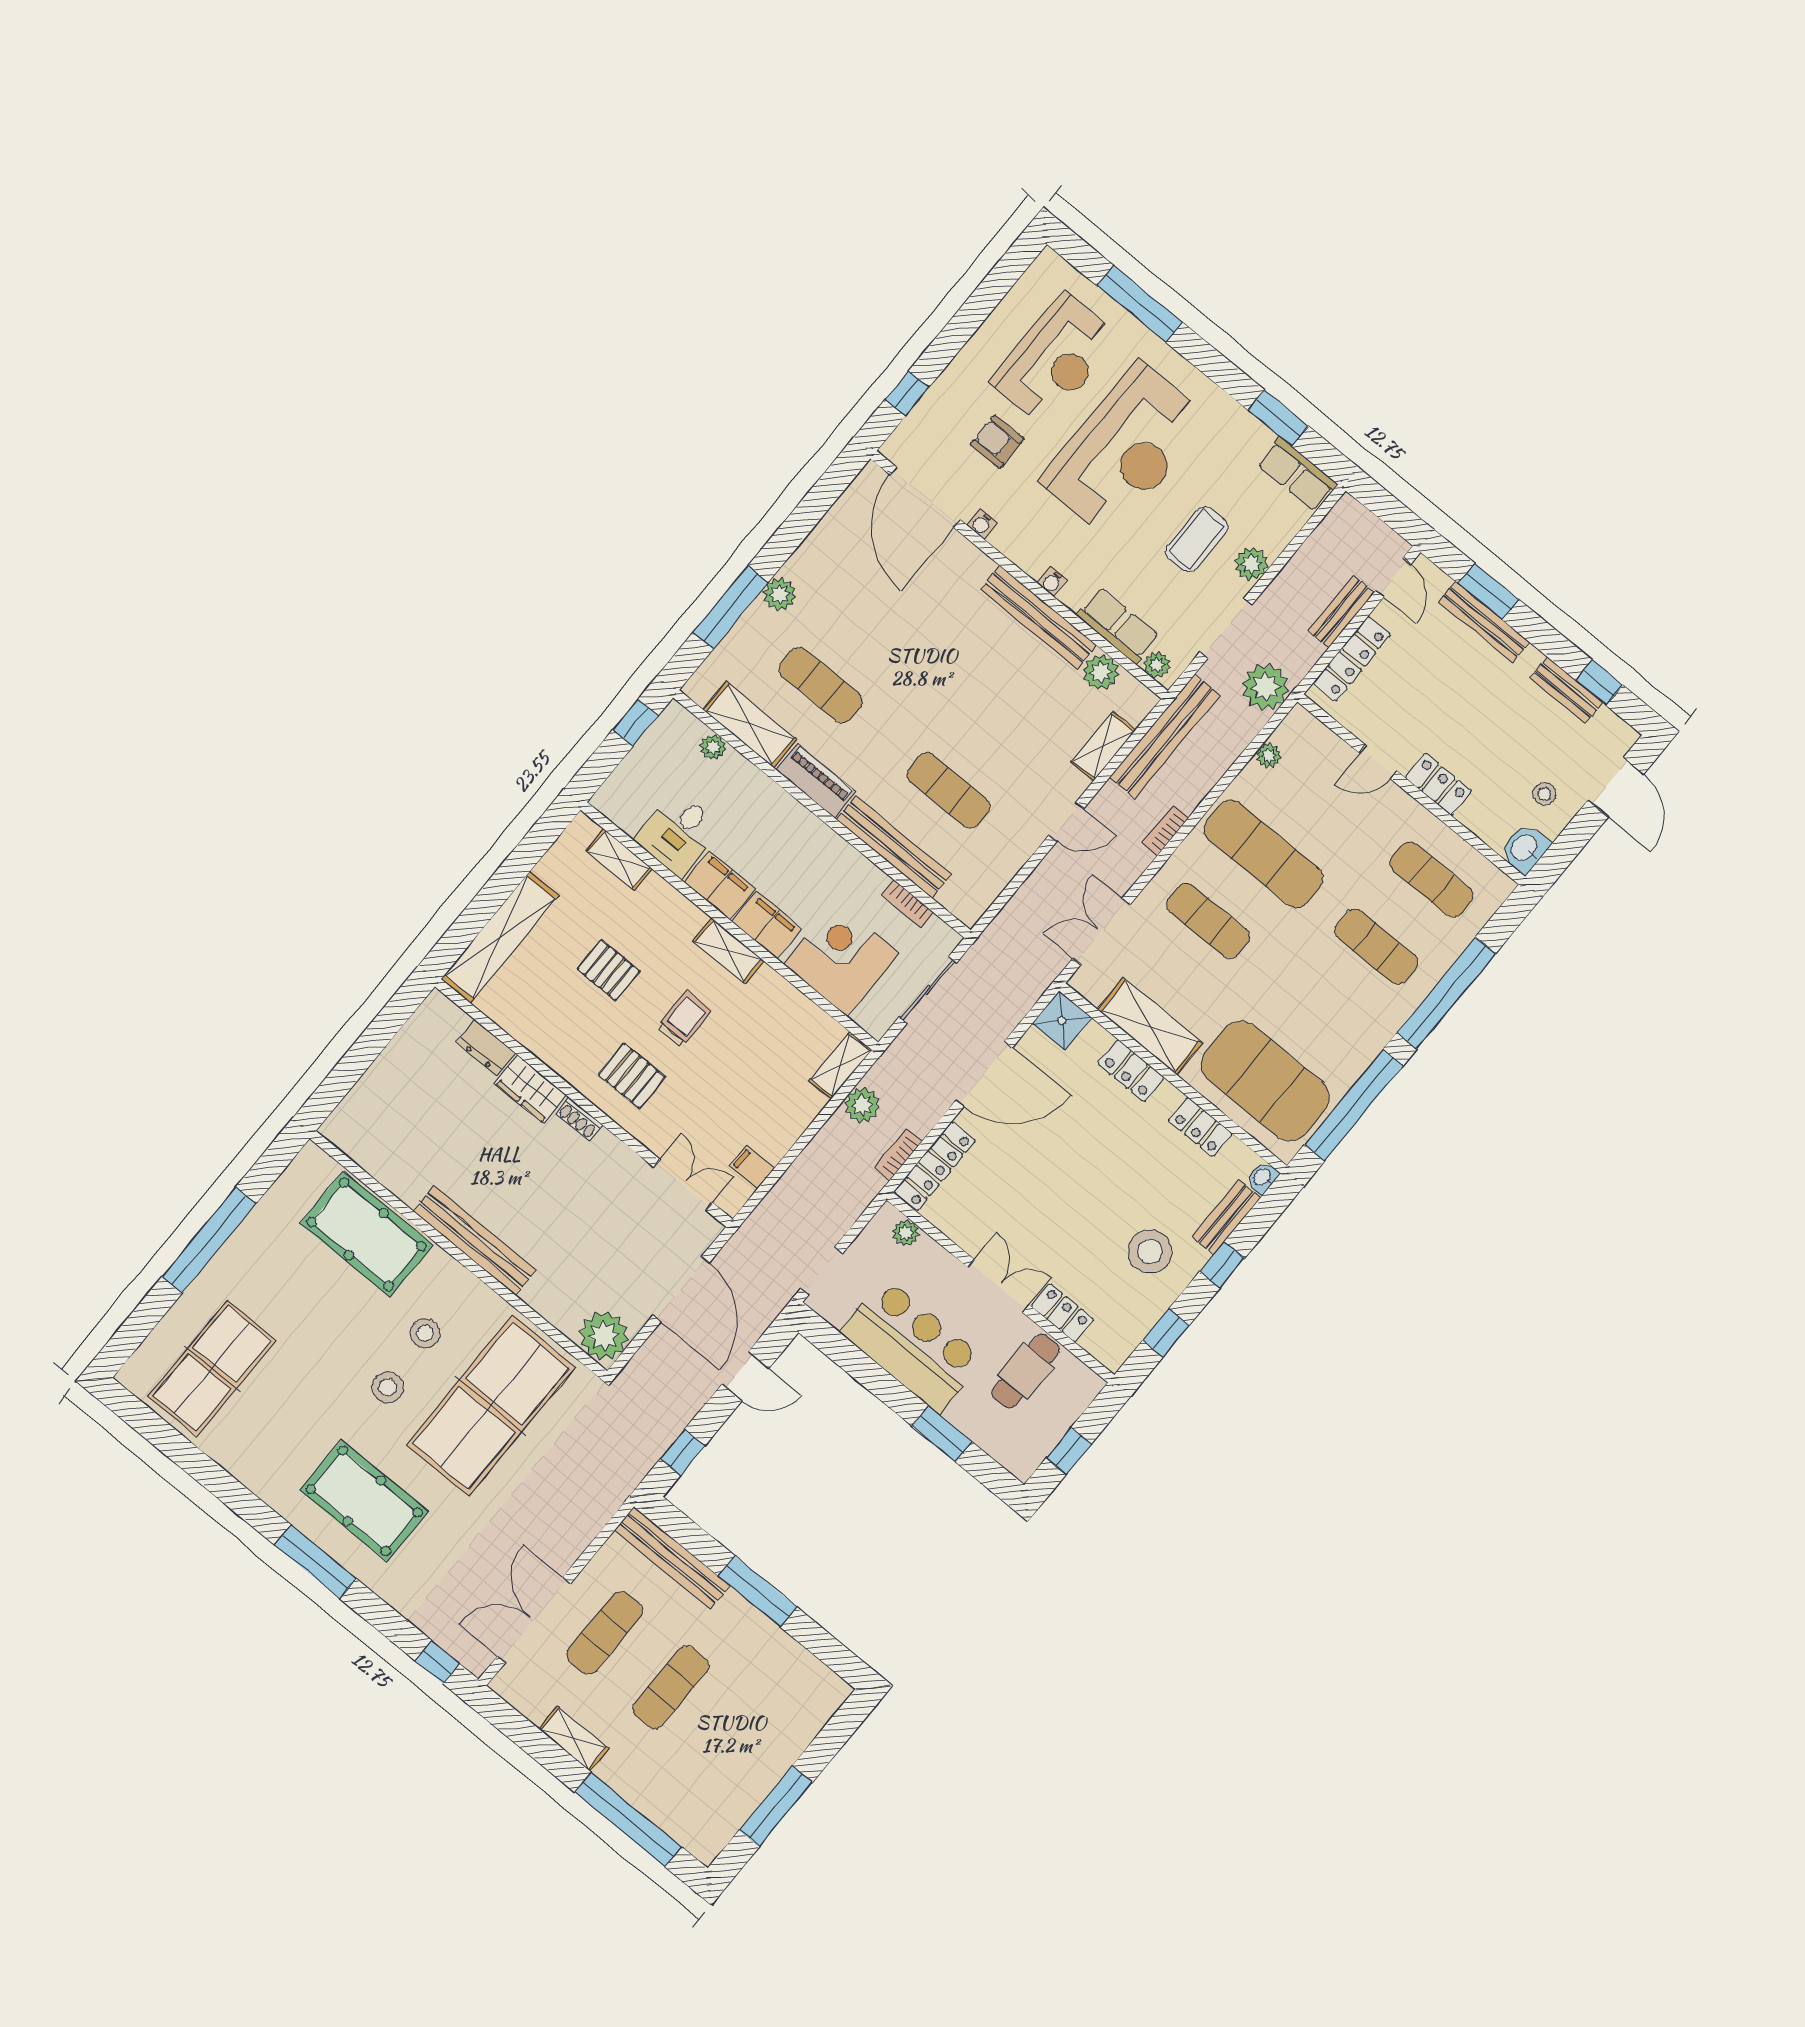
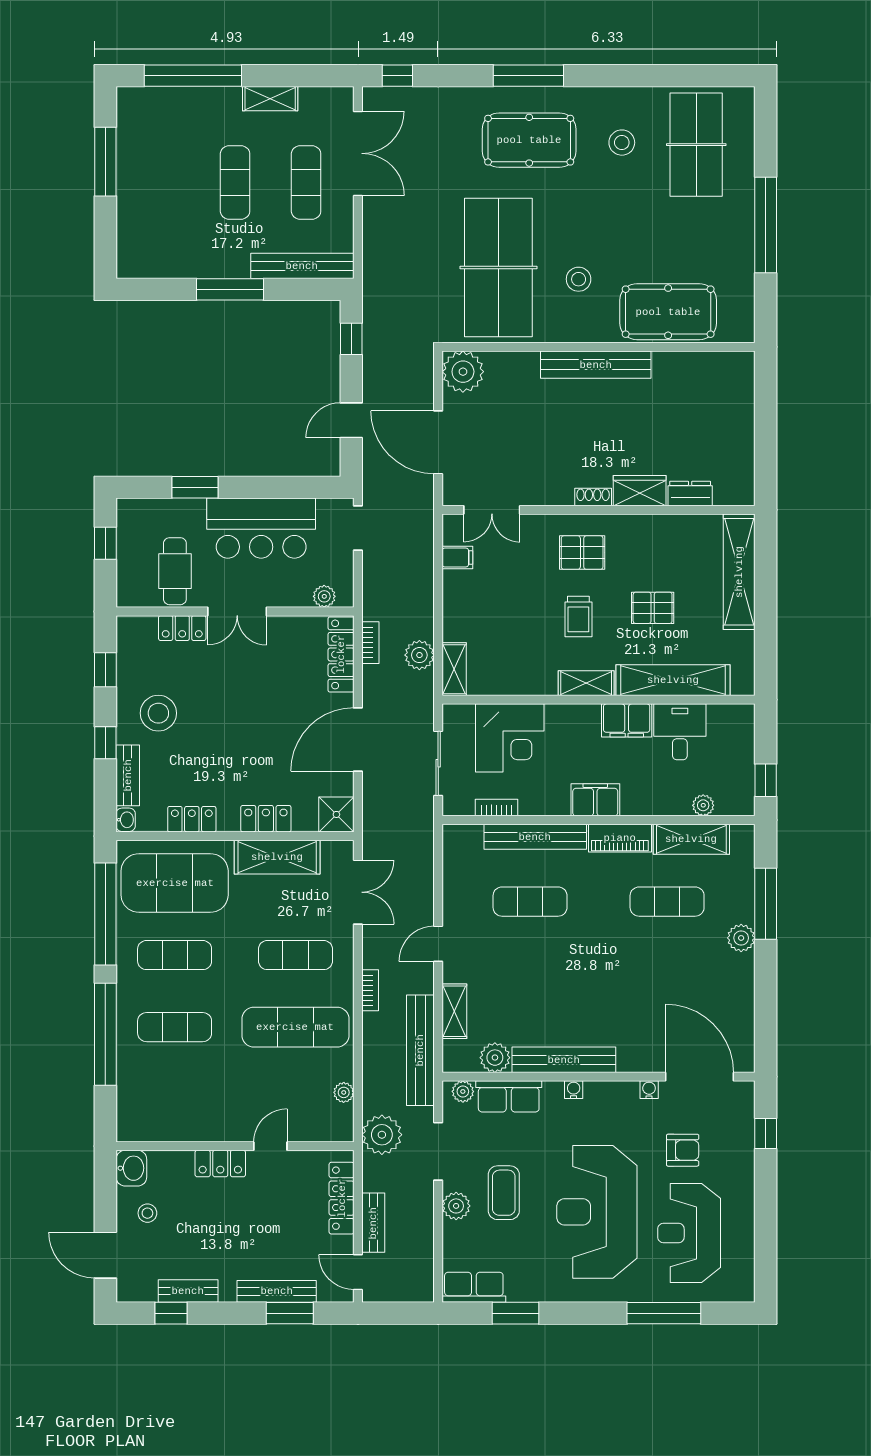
shelving: (619, 860) -> (673, 680), width x2.20, depth x1.33
exercise mat: (1431, 879) -> (175, 955), moved
filing cabinet: (767, 925) -> (595, 800), moved, turned 180
stool: (388, 1387) -> (622, 143), moved

